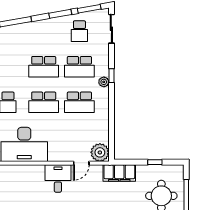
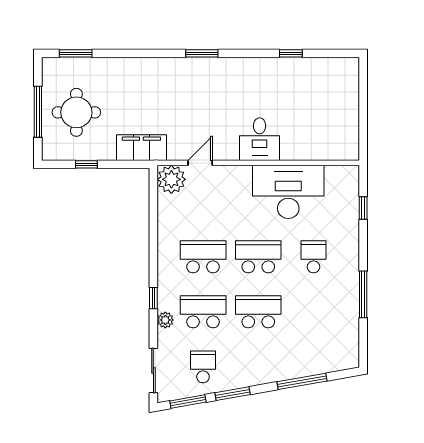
plant: (104, 82) -> (165, 320), moved
desk: (58, 178) -> (260, 139), moved

